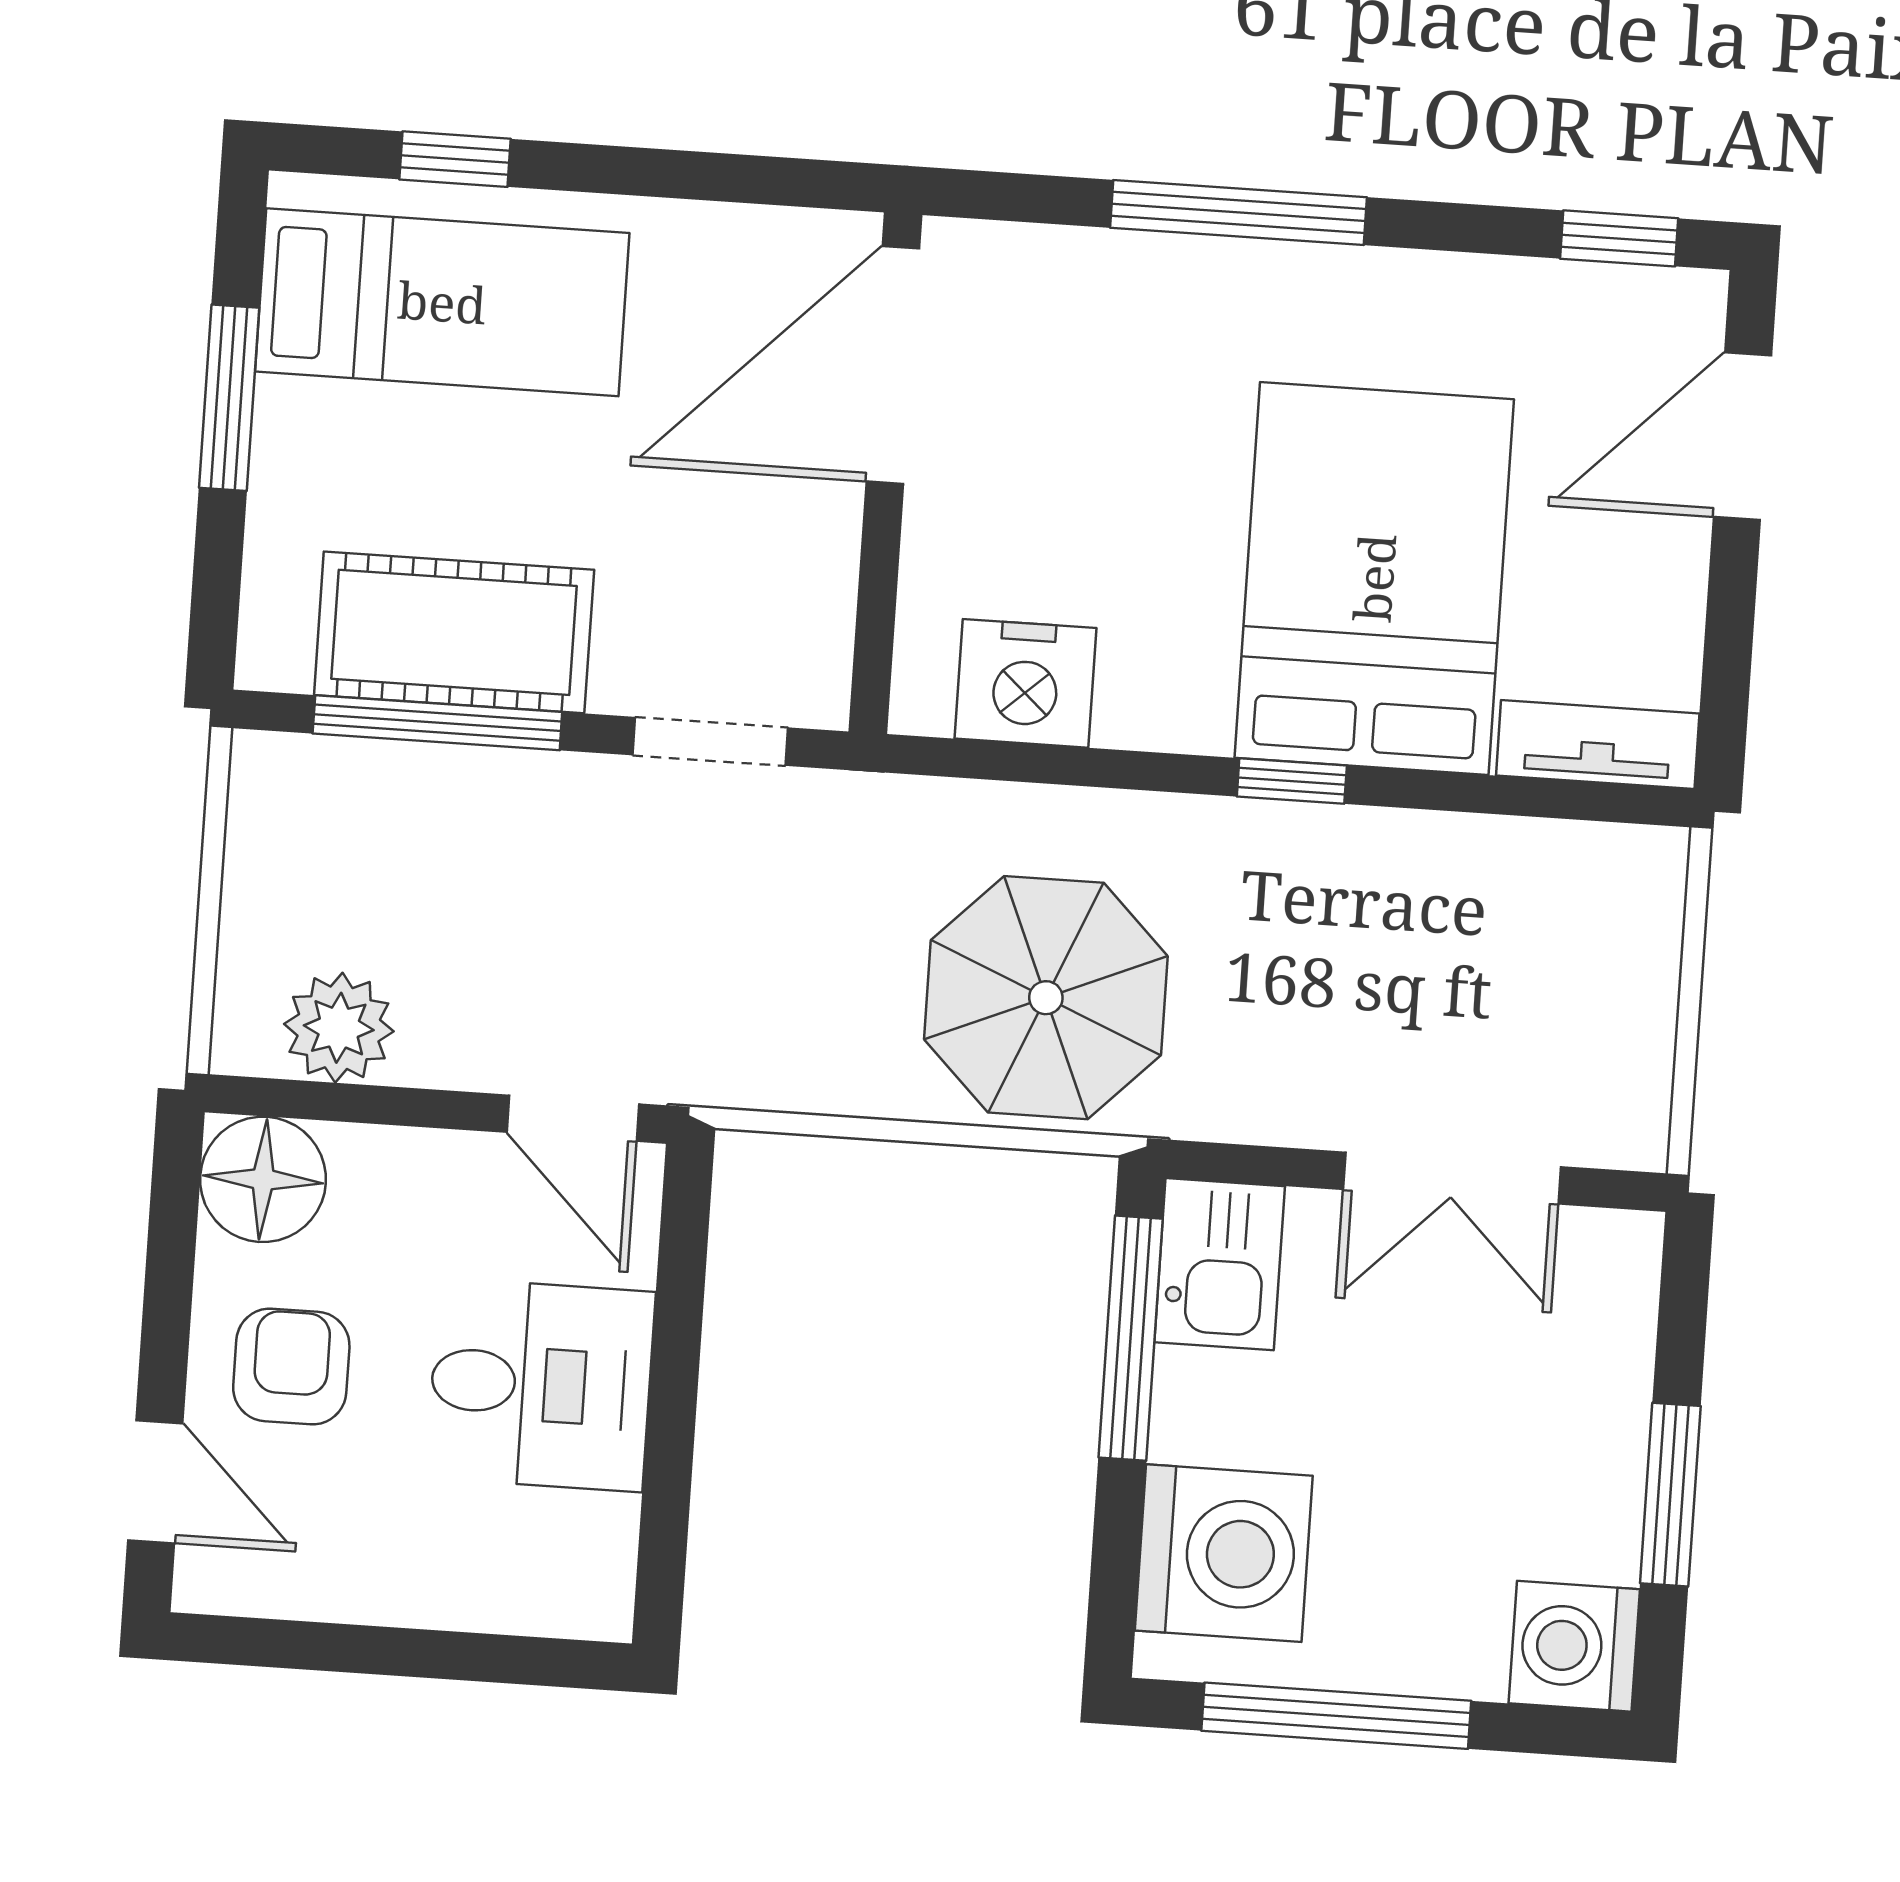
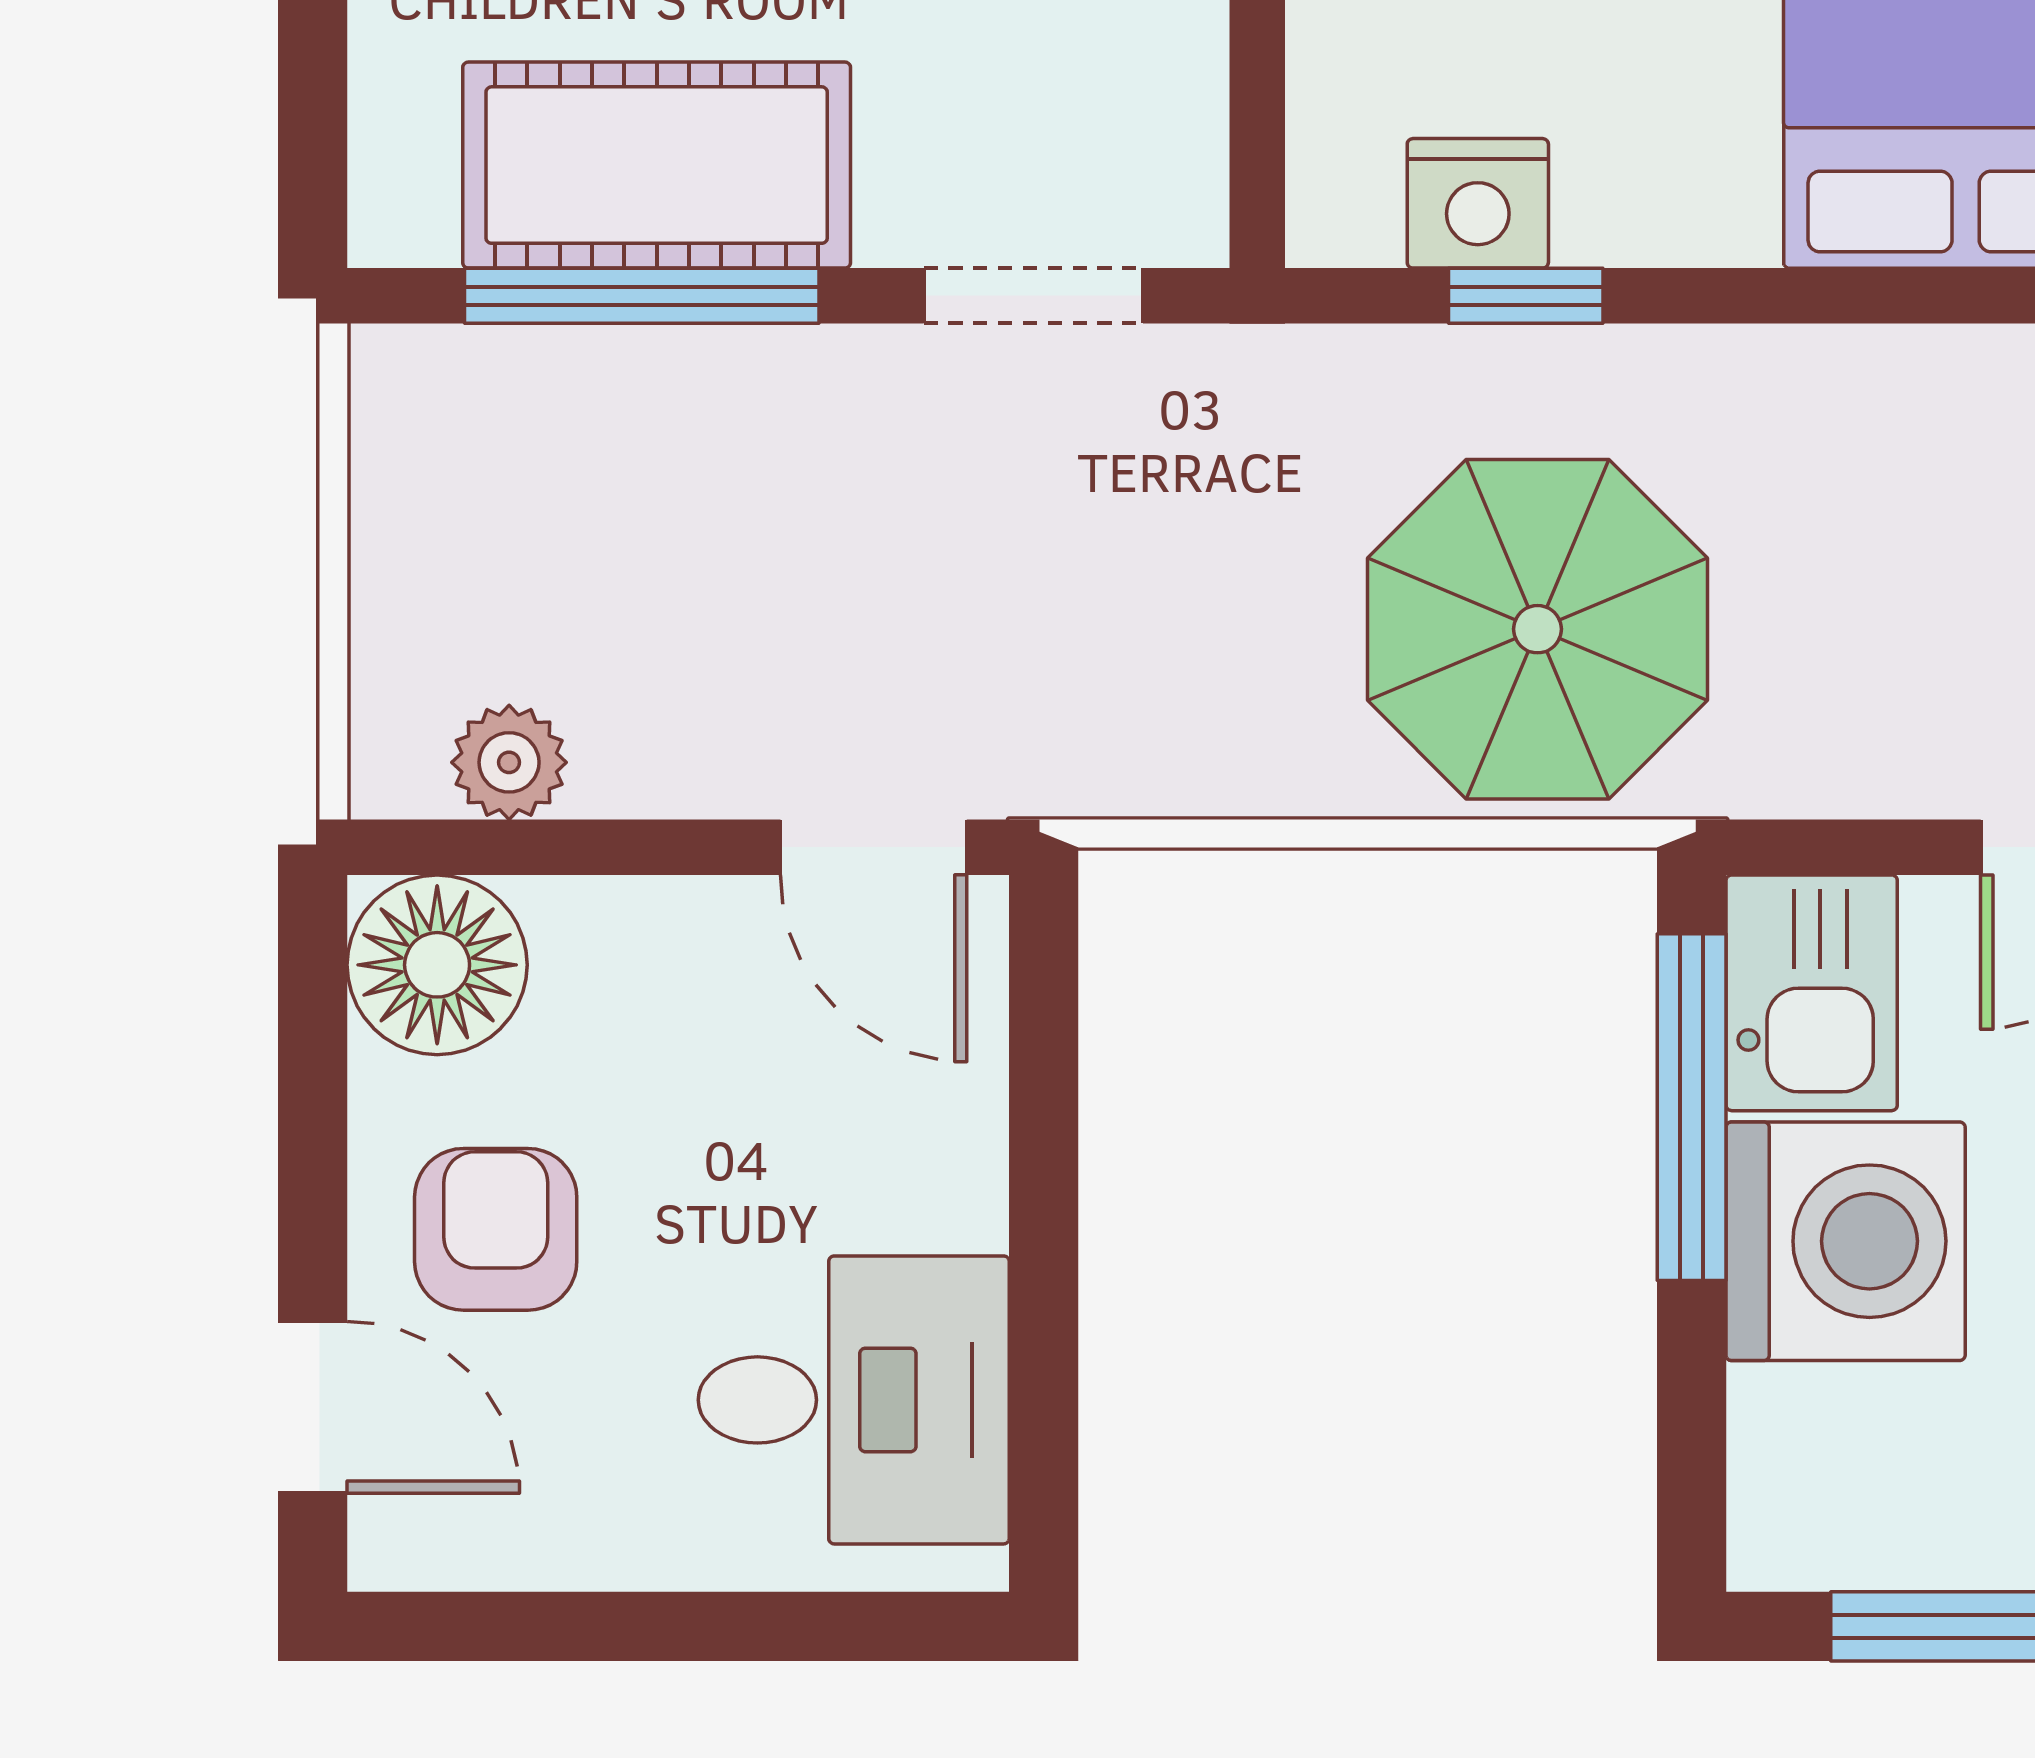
nightstand: (1026, 683) -> (1478, 203), width x0.74, depth x0.75
window: (1292, 781) -> (1526, 296), moved
plant: (339, 1028) -> (509, 762), width x0.73, depth x0.73
desk: (541, 1385) -> (854, 1400), moved
washing machine: (1224, 1553) -> (1846, 1241), moved

